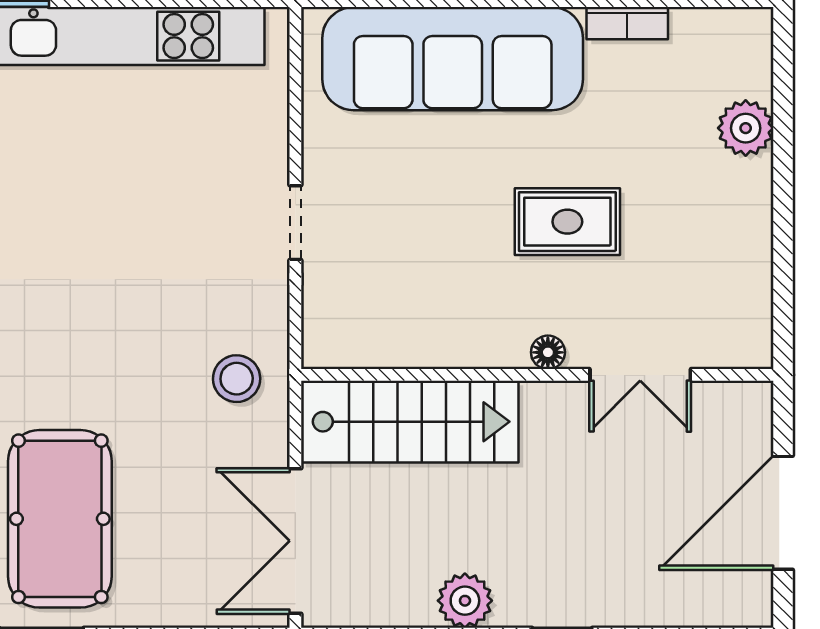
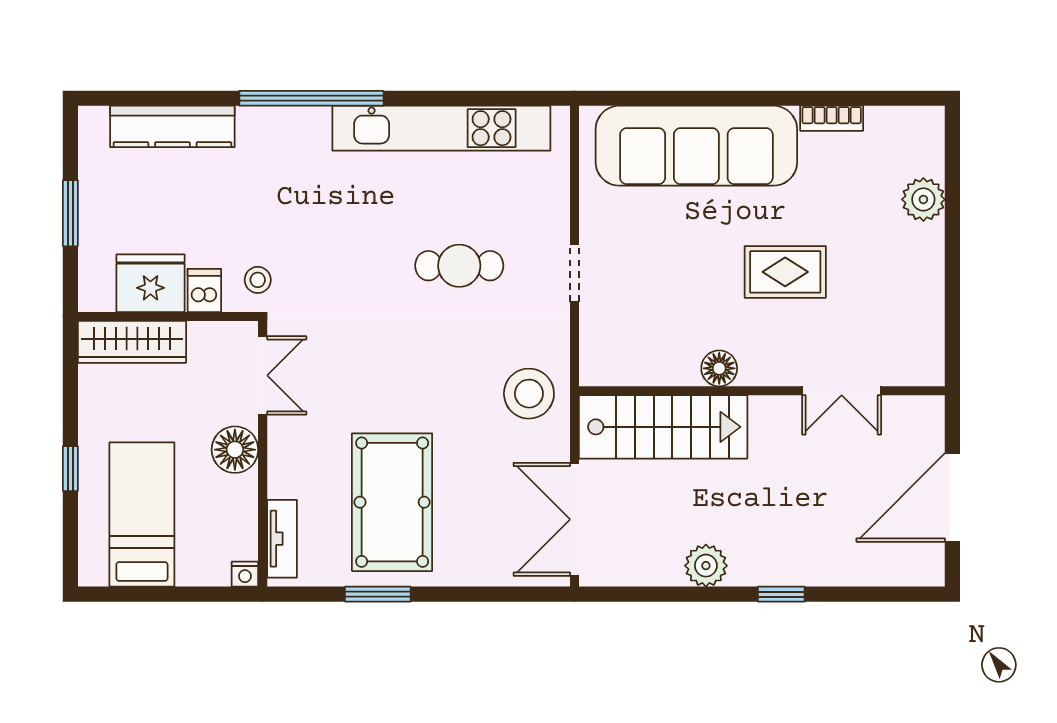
cafe table: (147, 214) -> (459, 266), added
floor lamp: (548, 352) -> (719, 368), moved, width x1.37, depth x1.37
stool: (237, 379) -> (529, 394), width x1.38, depth x1.38

